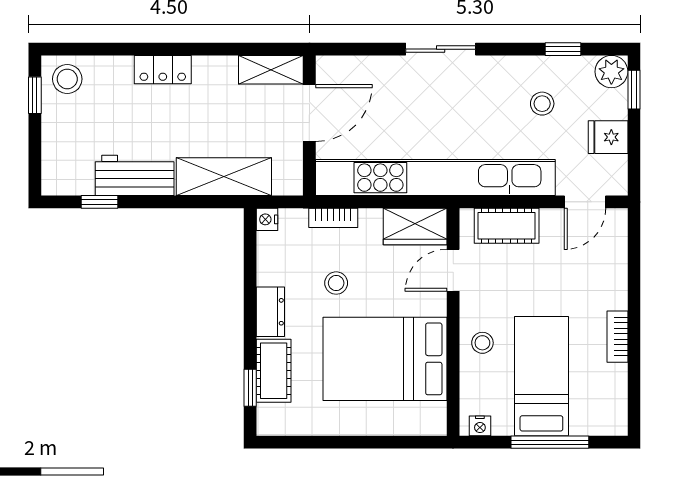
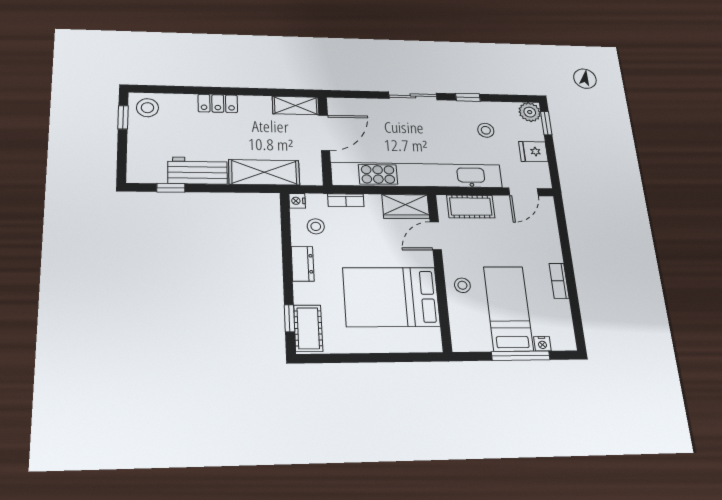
window: (563, 49) -> (468, 97), moved
stool: (336, 283) -> (316, 226), moved
cot: (274, 371) -> (308, 328), moved
nightstand: (480, 426) -> (542, 344), moved

